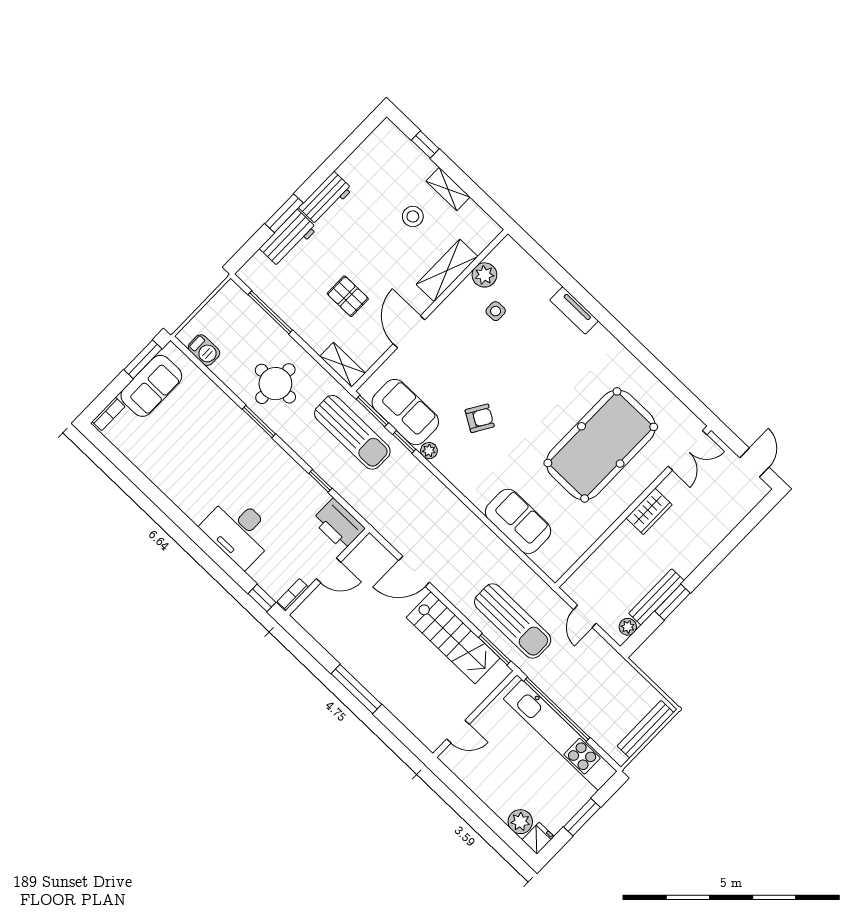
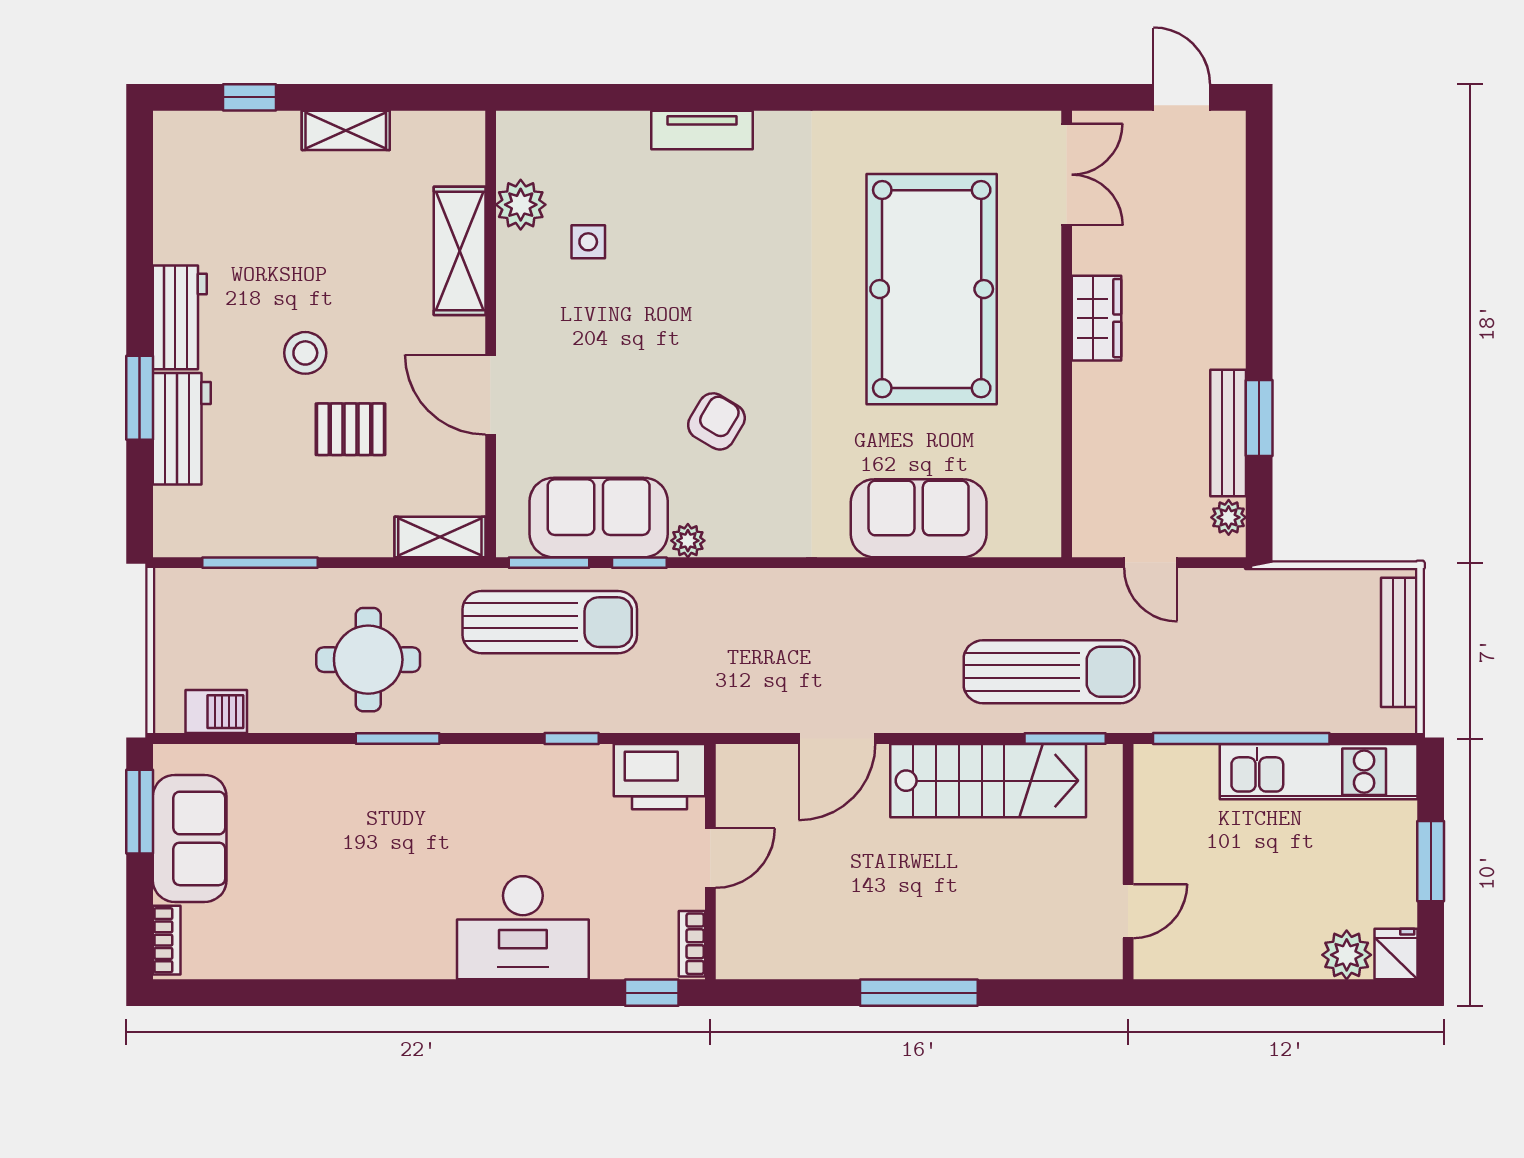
stool: (413, 216) -> (305, 353), moved
kitchen unit: (560, 735) -> (1319, 772), width x0.73

